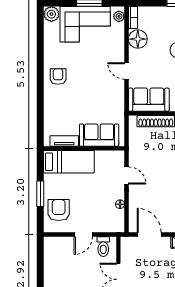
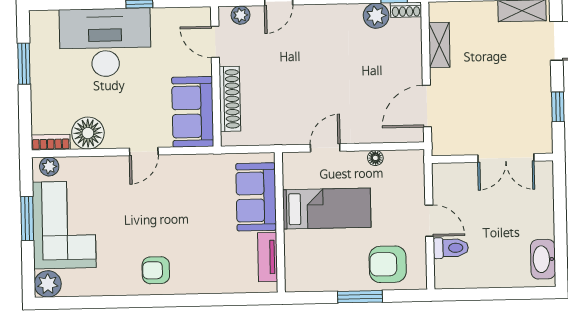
bed: (69, 162) -> (327, 209), moved, turned 90
toilet: (103, 247) -> (451, 248), moved

